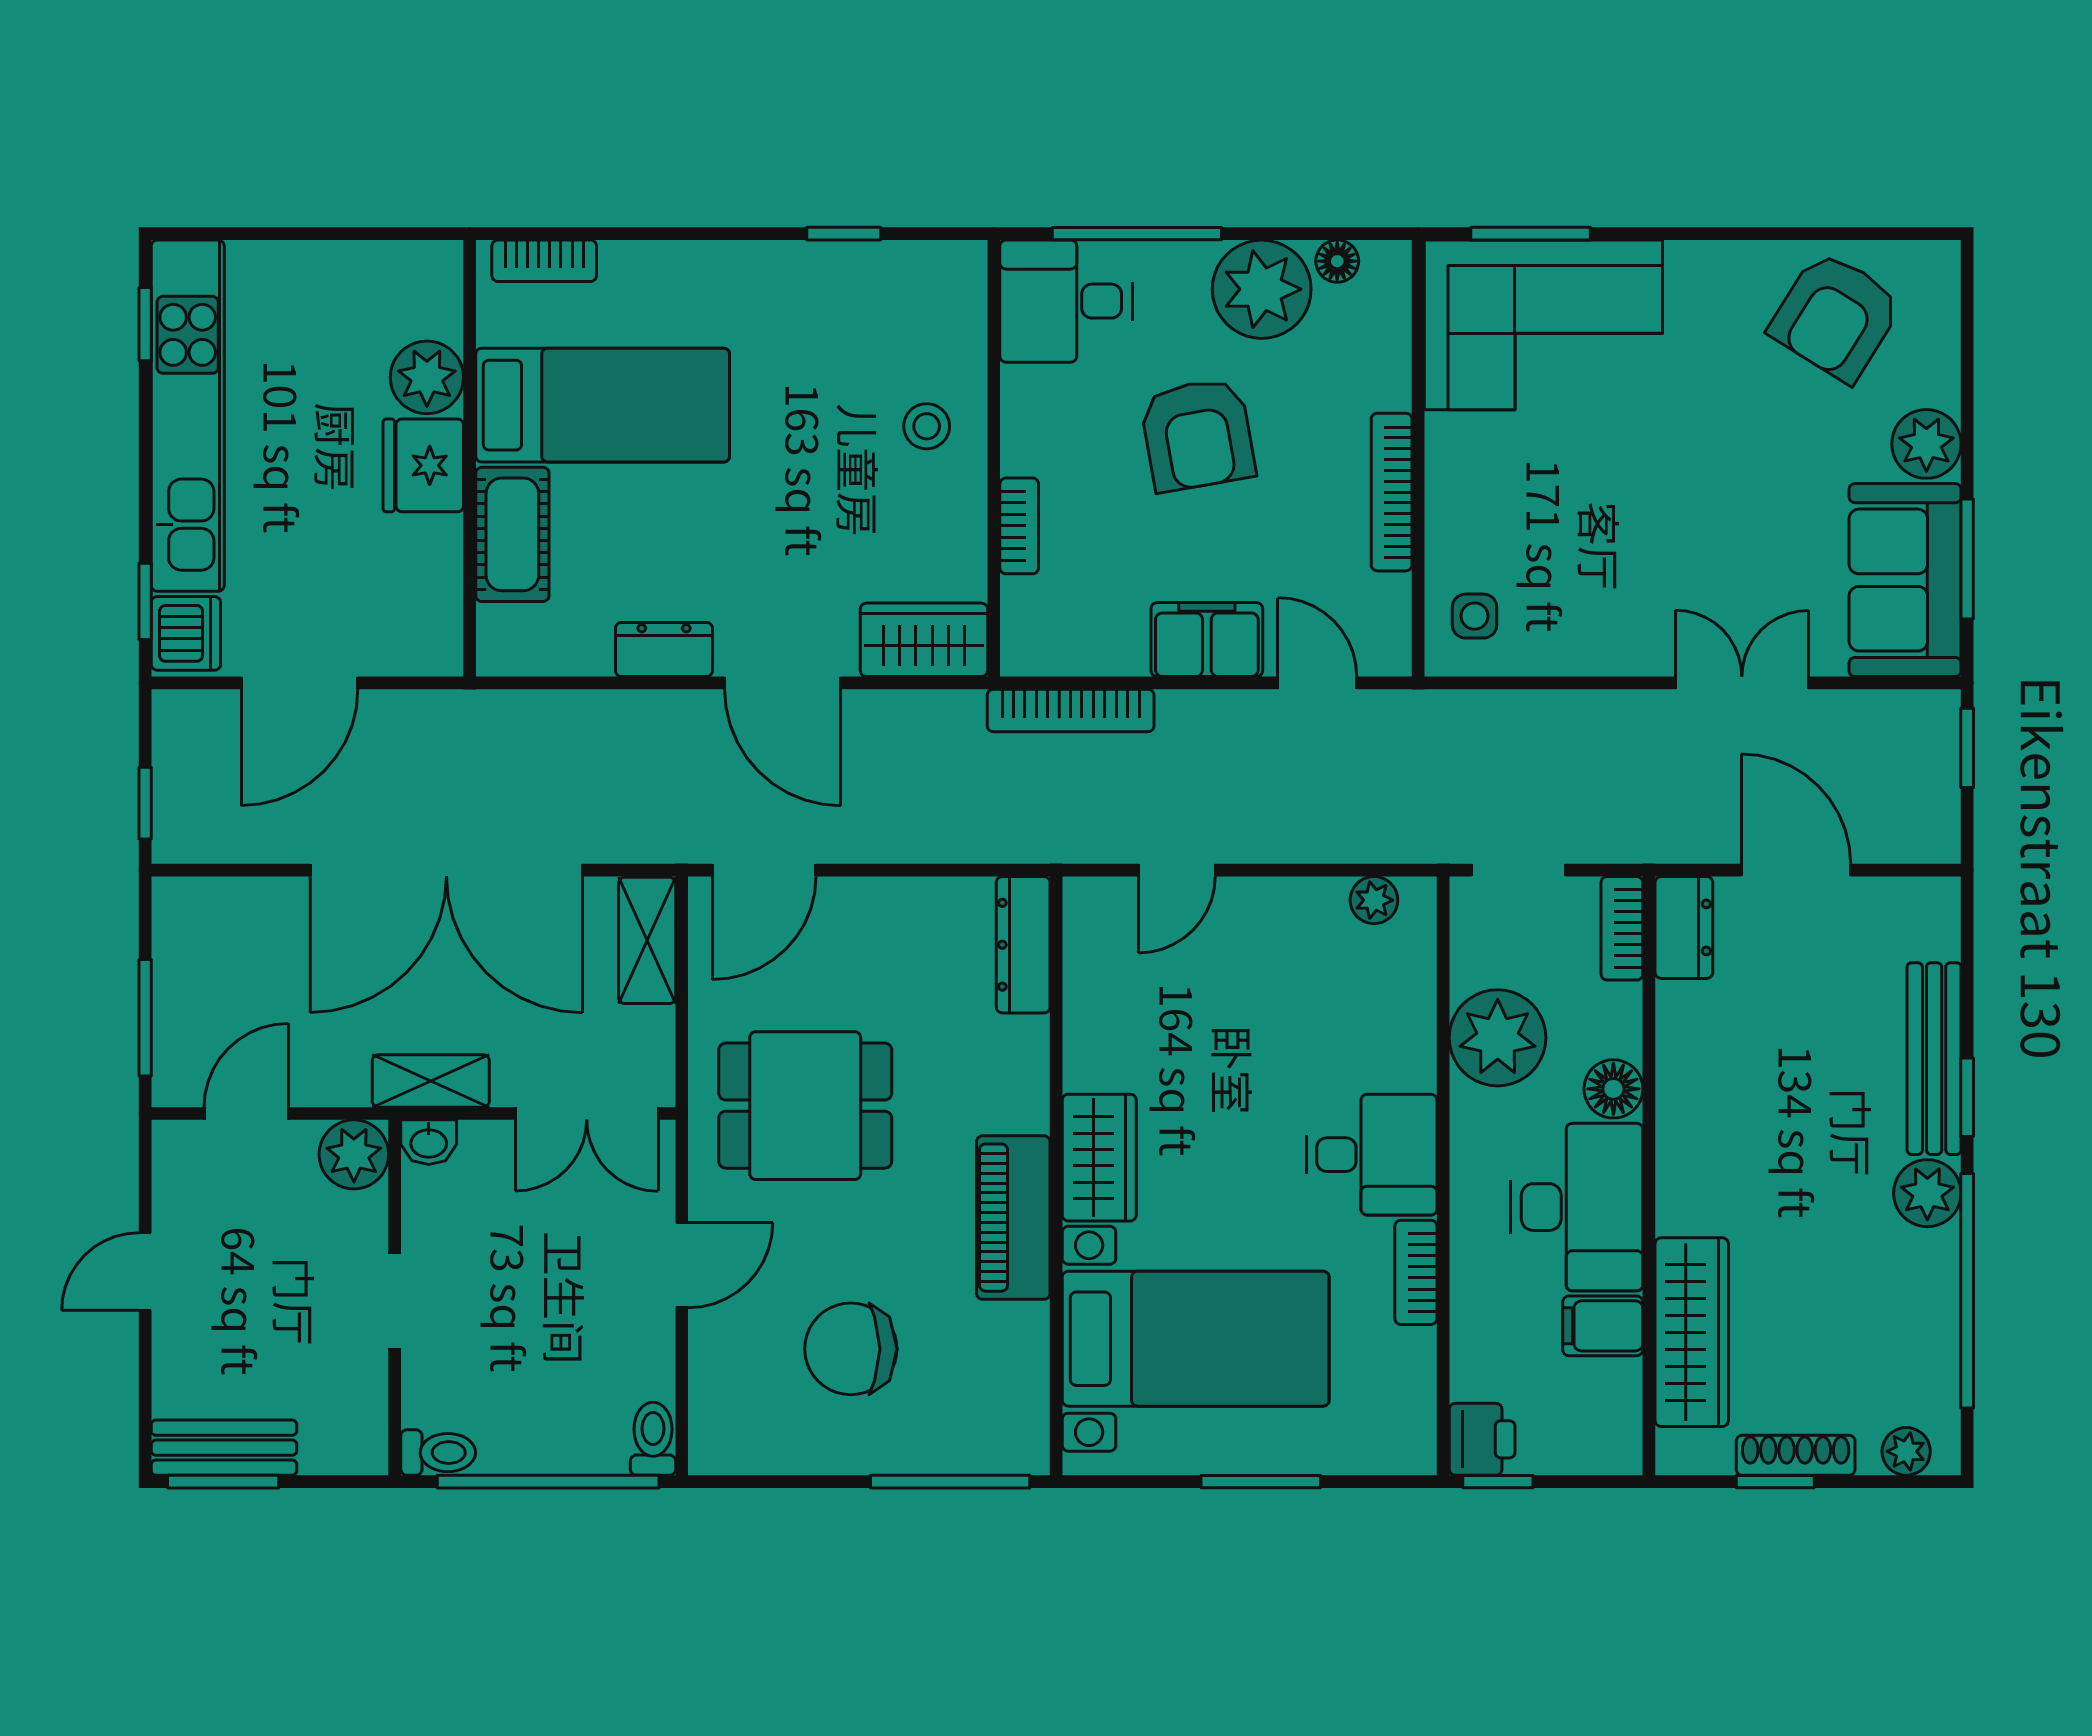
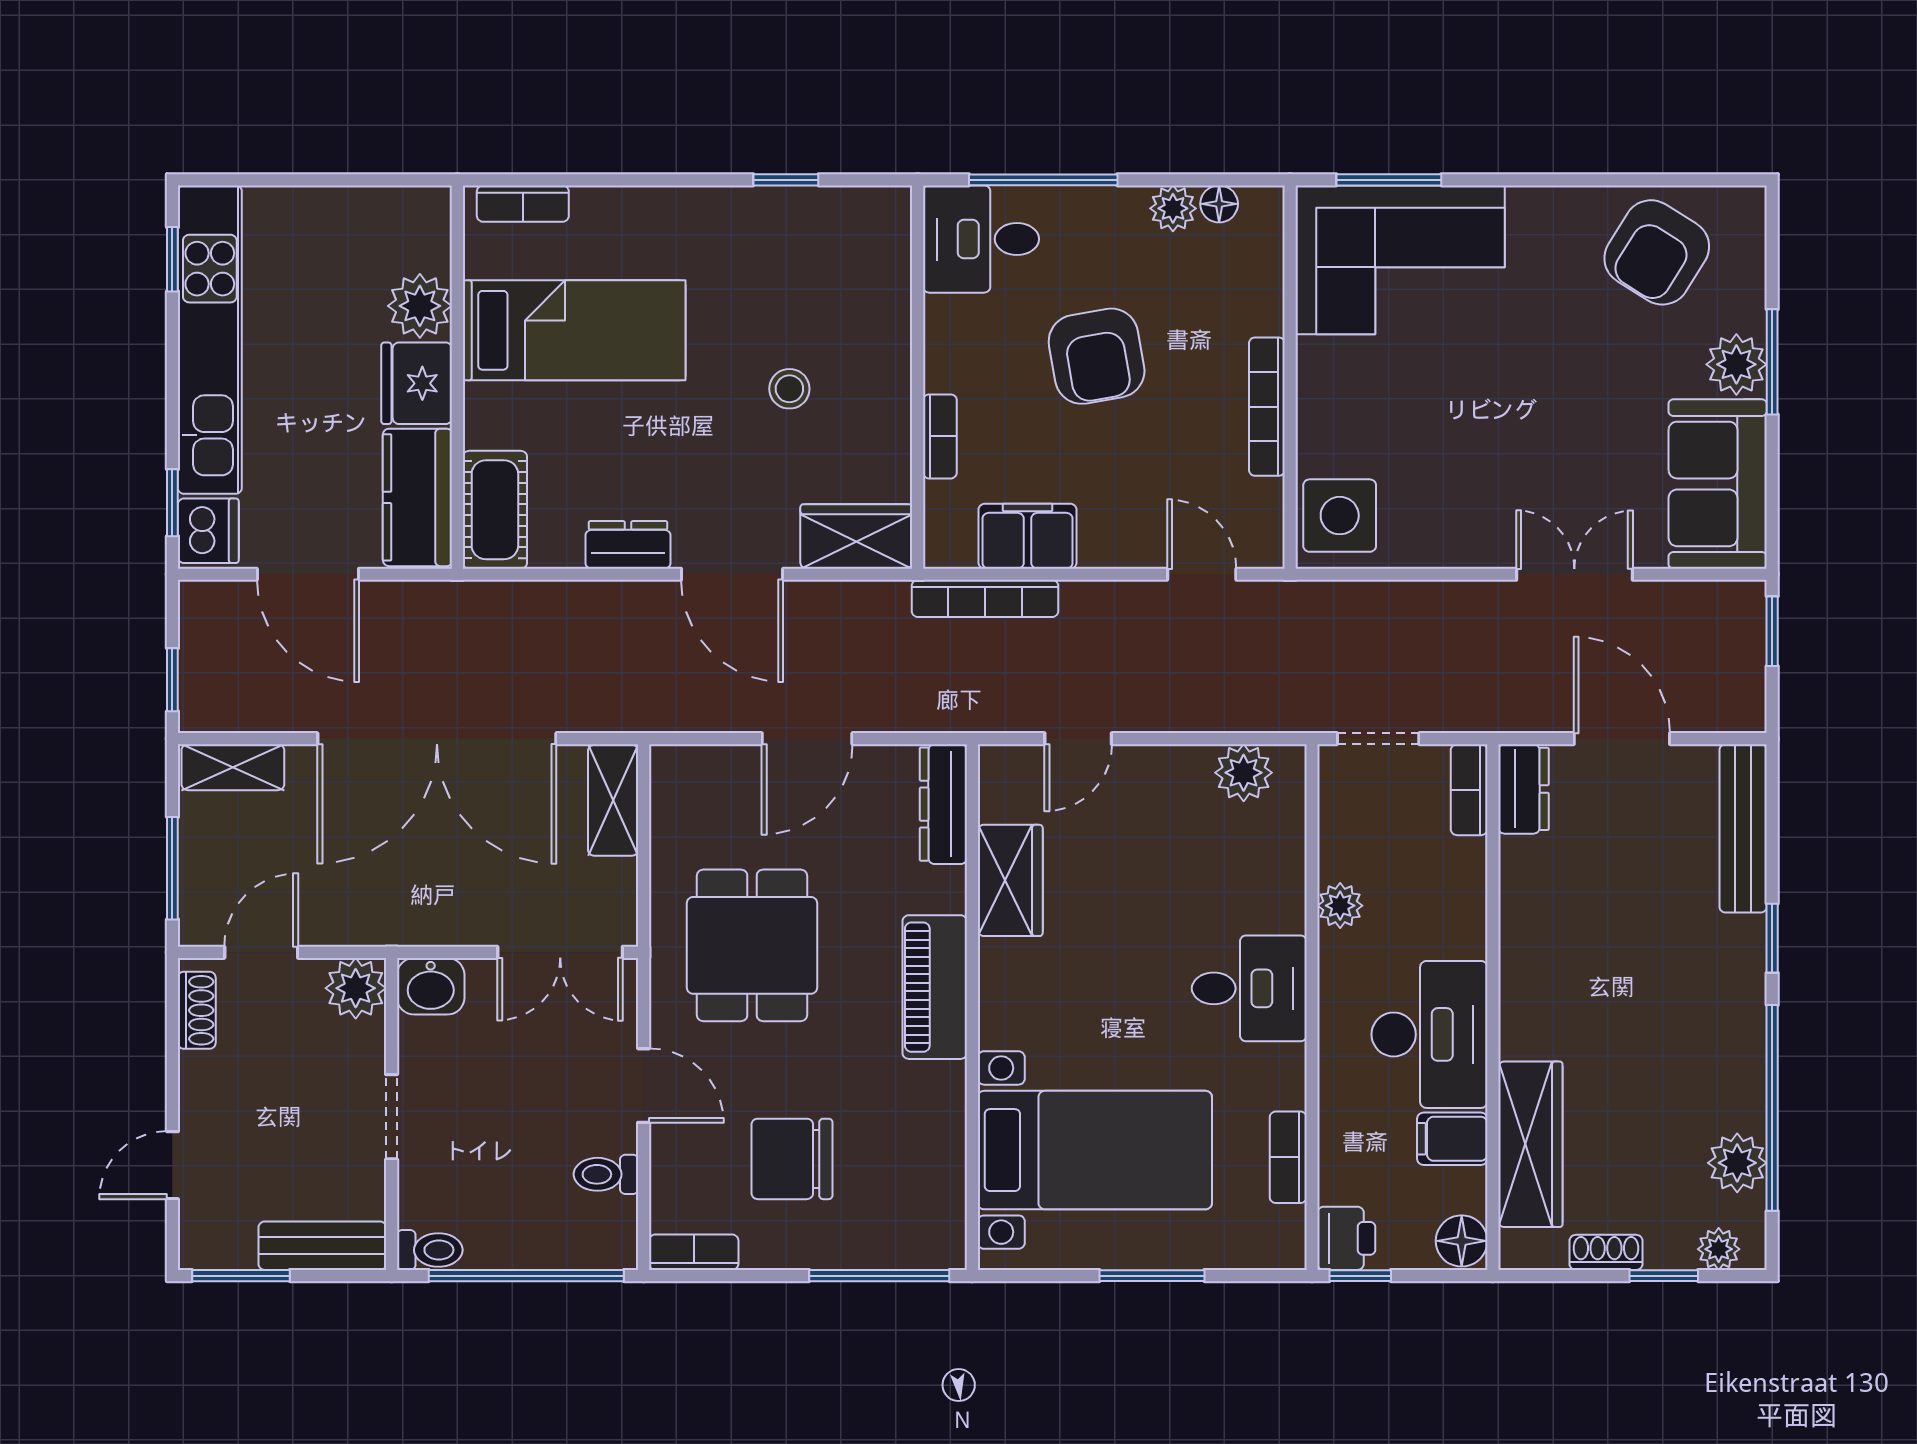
plant: (1262, 289) -> (1173, 208), width x0.53, depth x0.53
stool: (927, 426) -> (789, 389), moved
cot: (512, 534) -> (495, 510), moved
window: (1967, 559) -> (1772, 362), moved
kitchen counter: (424, 595) -> (417, 497), added
side table: (1475, 616) -> (1340, 516), width x1.87, depth x1.87
filing cabinet: (1207, 640) -> (1028, 536), moved
door: (300, 683) -> (308, 574), hinge flipped
door: (764, 870) -> (807, 739), moved
plant: (1374, 900) -> (1244, 773), width x1.38, depth x1.38
plant: (1498, 1038) -> (1340, 906), width x0.53, depth x0.53
bench: (1934, 1059) -> (1743, 828), moved
shelving: (431, 1081) -> (233, 767), moved
floor lamp: (1613, 1089) -> (1462, 1241), moved
dining table: (805, 1106) -> (752, 945), turned 90
washbasin: (429, 1142) -> (431, 986), width x1.38, depth x1.45
wardrobe: (1099, 1158) -> (1010, 880), moved
shoe rack: (173, 1180) -> (197, 1010), added
plant: (1927, 1193) -> (1737, 1163), moved
piano: (1013, 1218) -> (935, 987), moved
door: (682, 1265) -> (644, 1086), hinge flipped
door: (145, 1272) -> (172, 1165), moved
bookcase: (1416, 1272) -> (1288, 1157), moved
toilet: (653, 1439) -> (606, 1174), moved, turned -90
bench: (224, 1448) -> (322, 1246), moved
bookcase: (739, 1455) -> (694, 1252), added
shoe rack: (1796, 1455) -> (1606, 1252), width x0.70
window: (1775, 1482) -> (1664, 1276), moved

